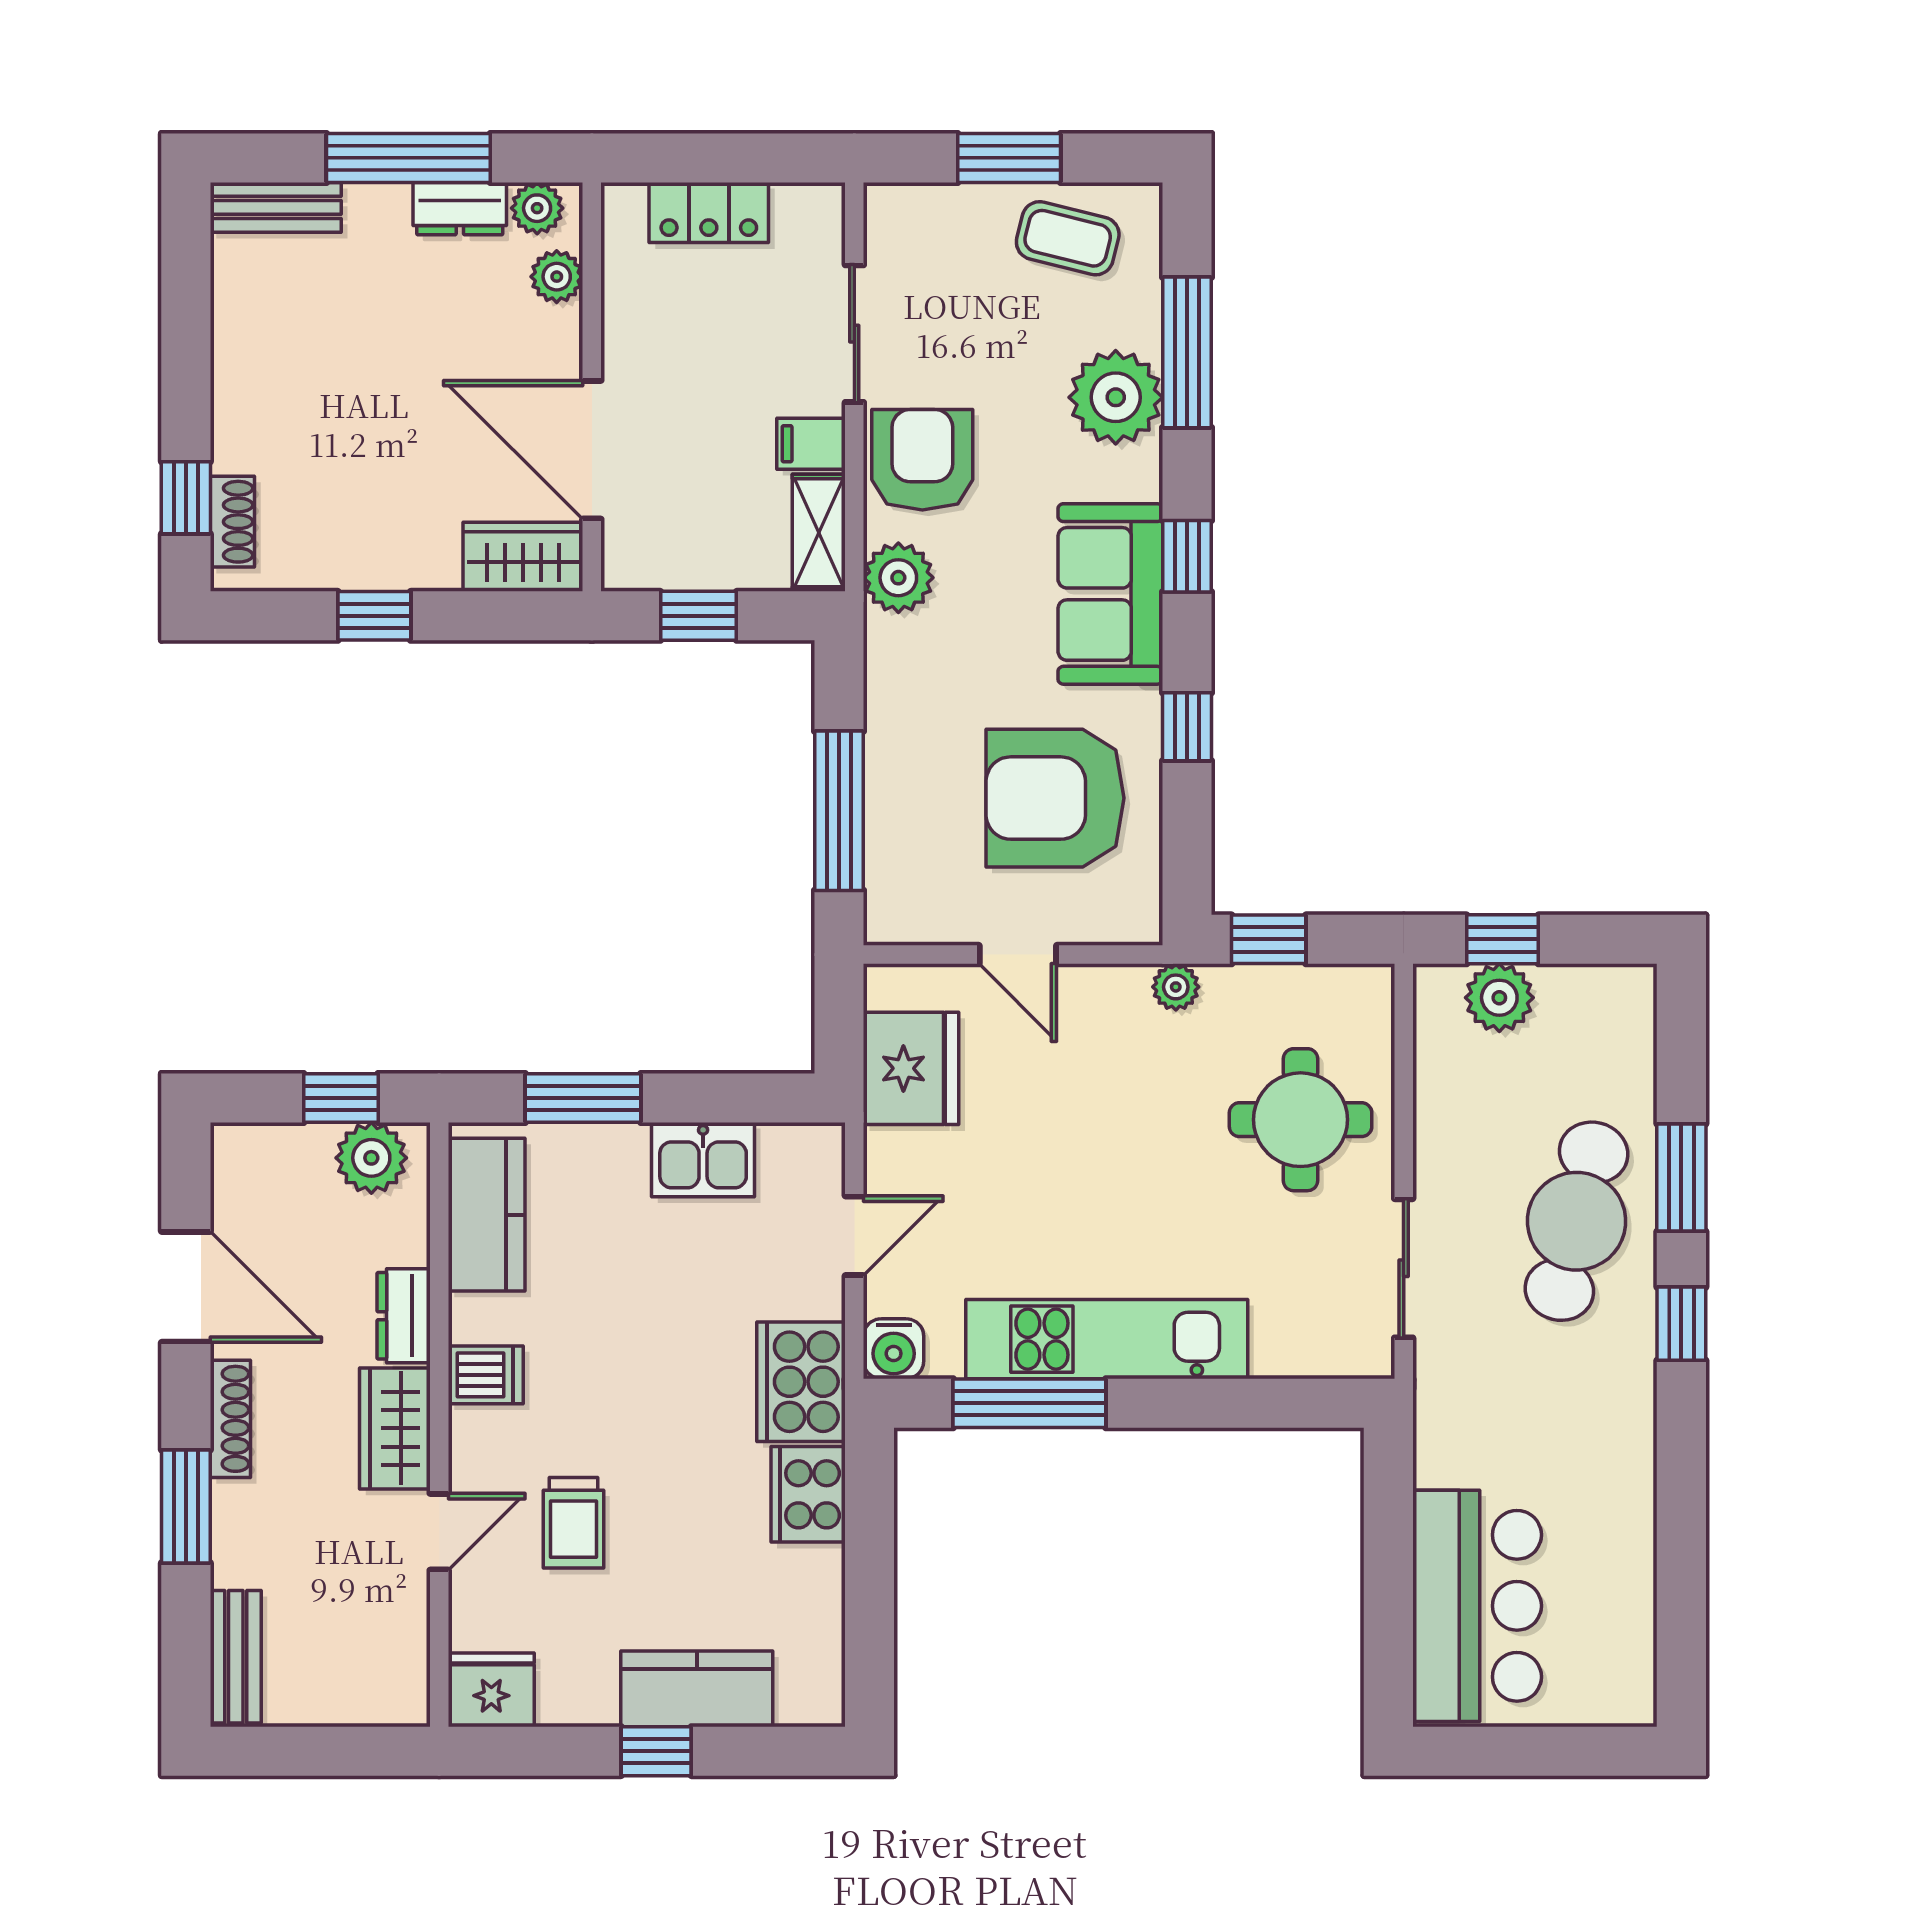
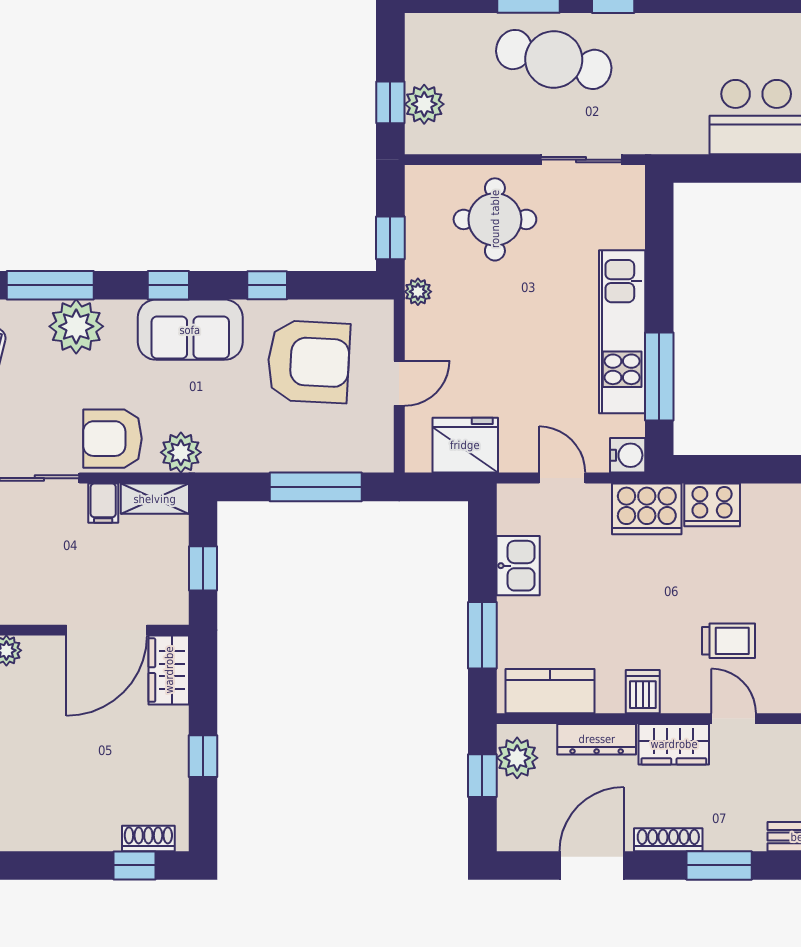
armchair: (1055, 798) -> (309, 362), turned -87
dresser: (404, 1316) -> (597, 739), width x1.44

